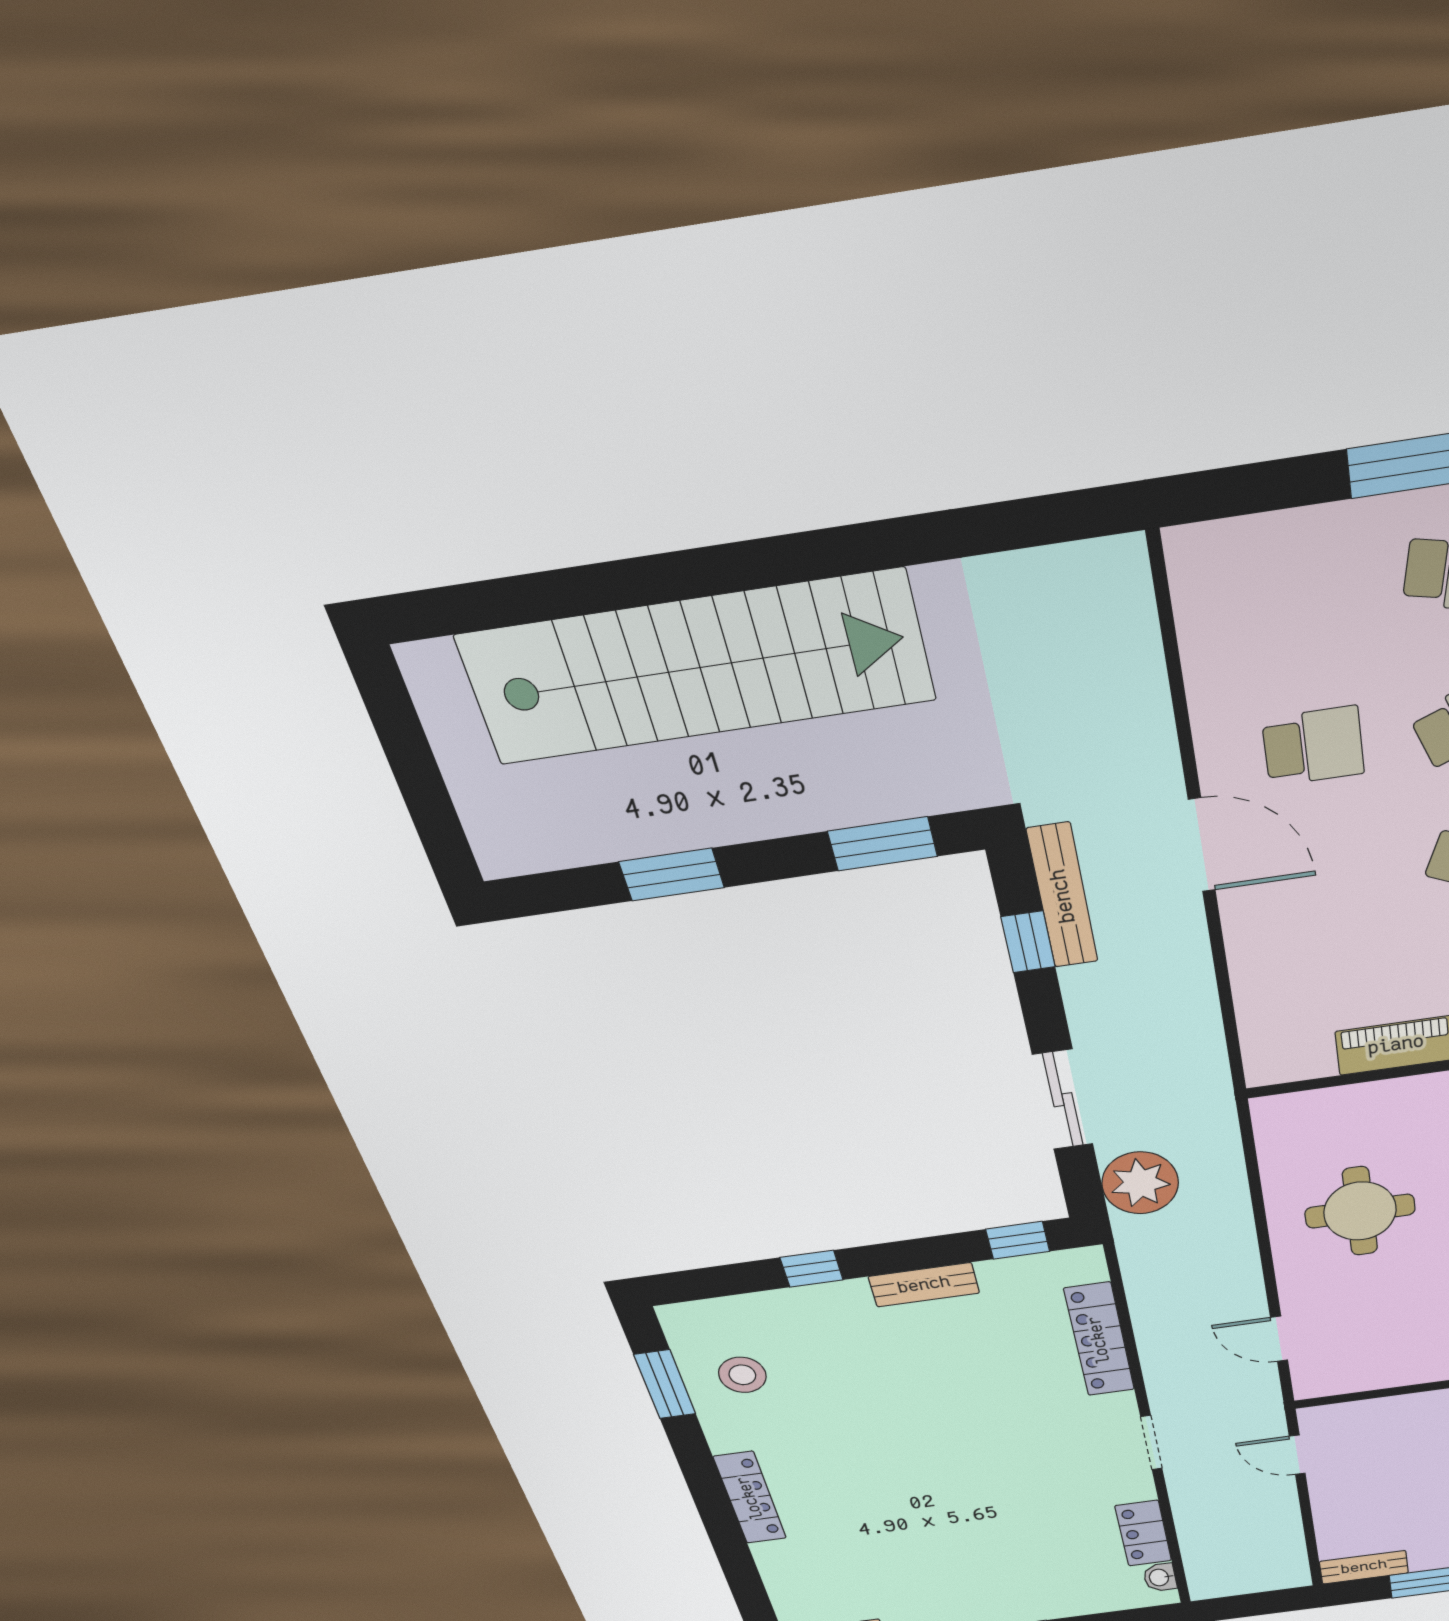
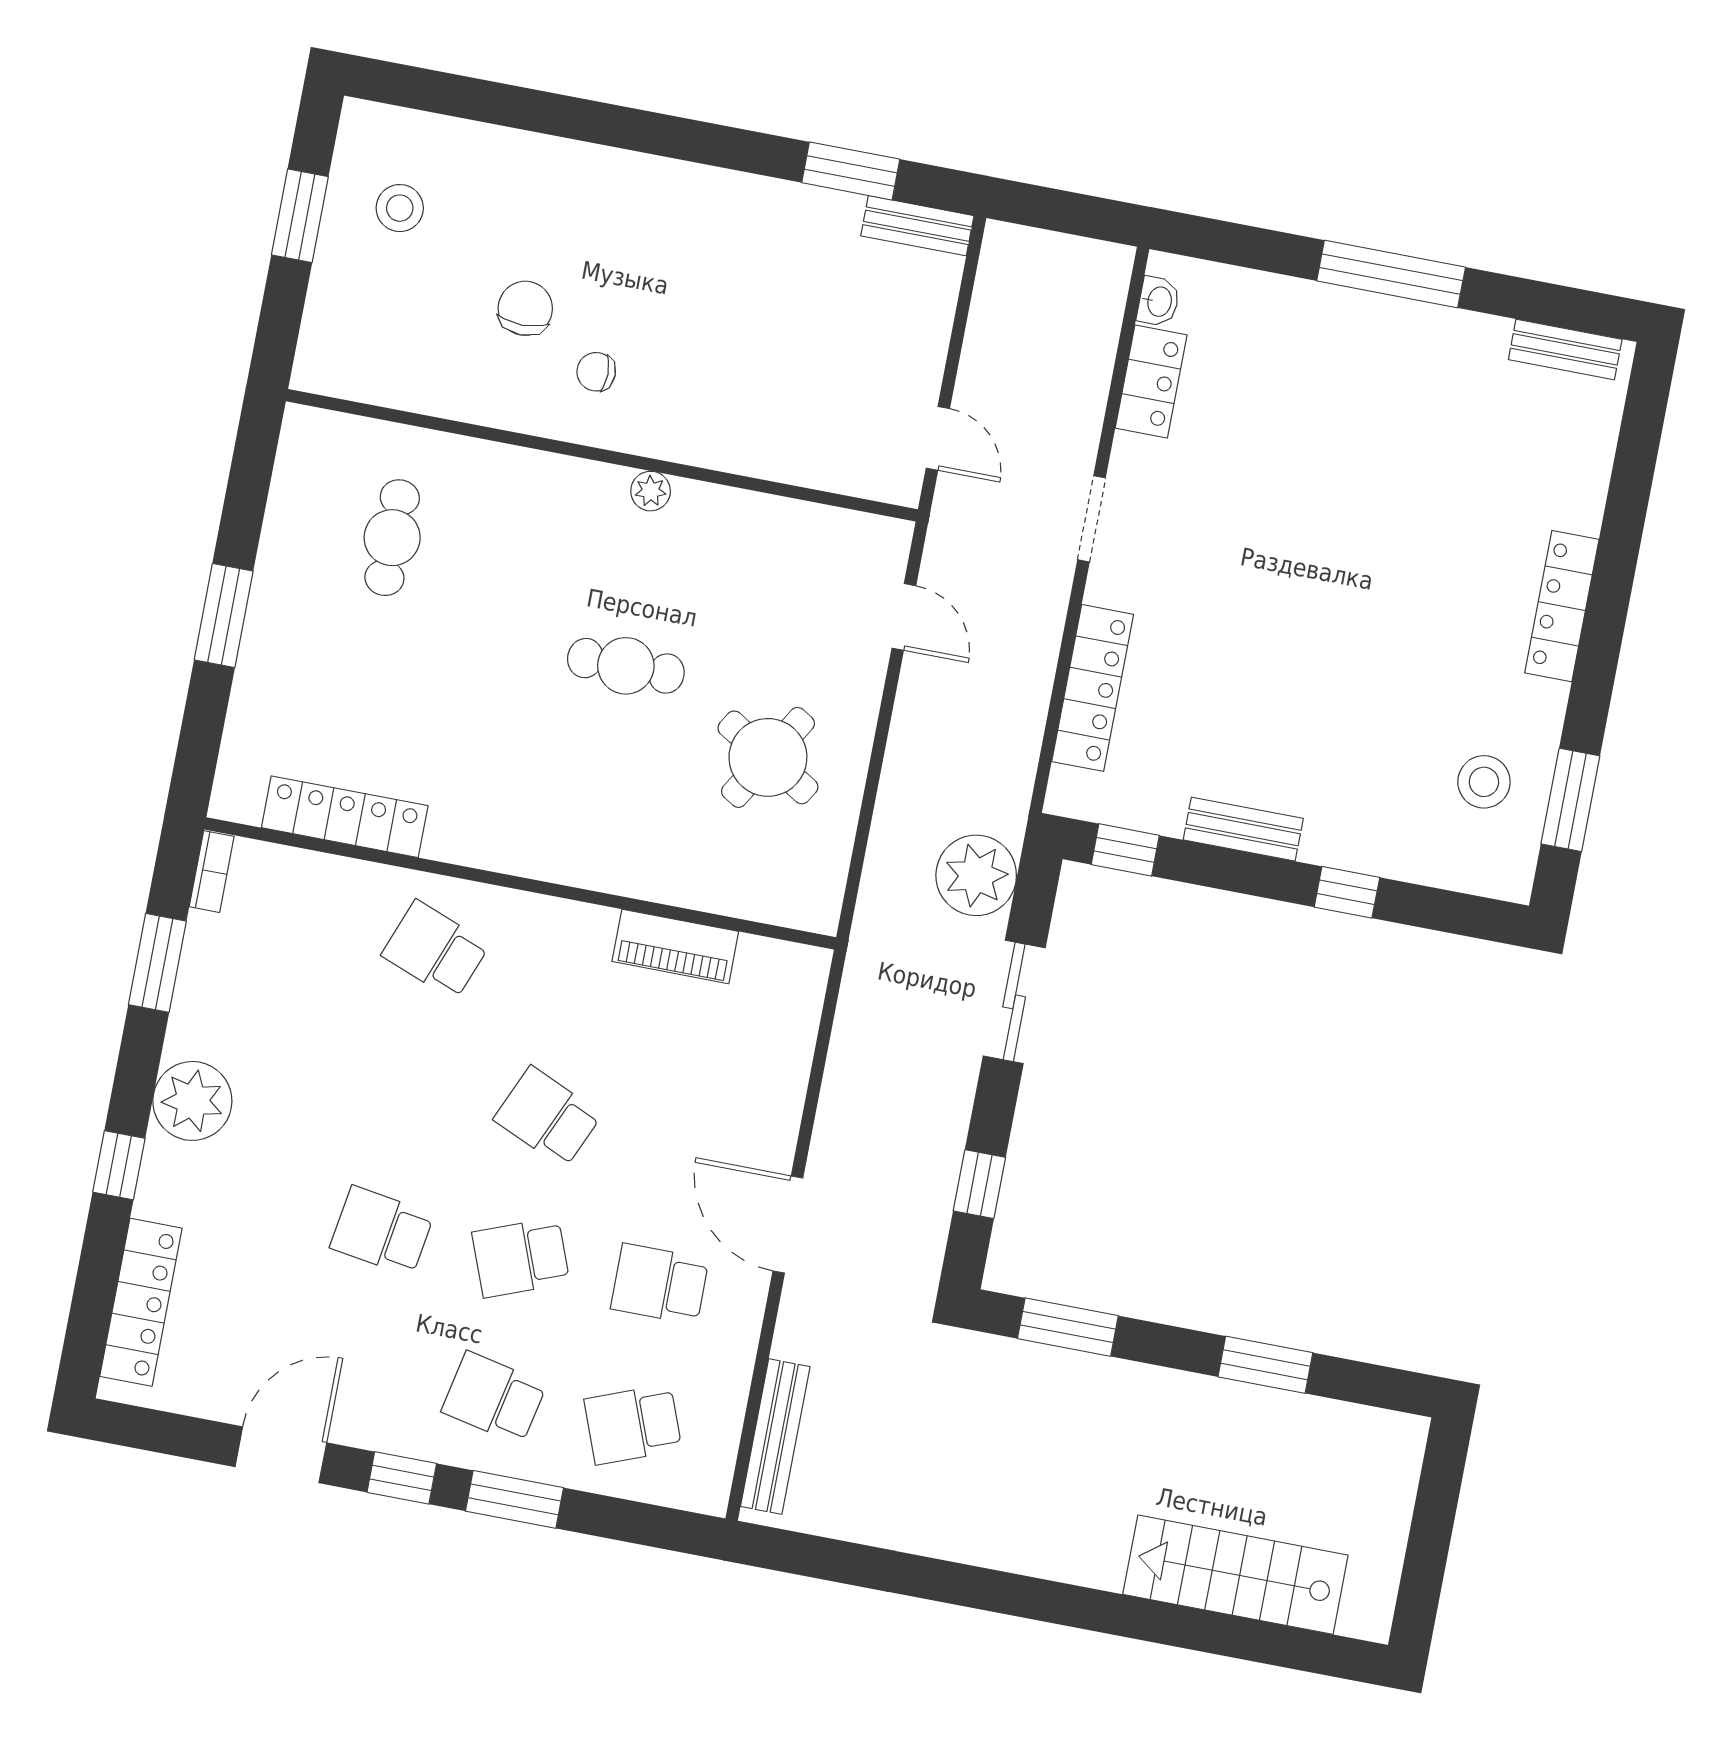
school desk: (1296, 594) -> (633, 1424), added
stairs: (698, 668) -> (1235, 1575), width x0.54, depth x0.66
bench: (1063, 896) -> (775, 1437), moved
round table: (1360, 1211) -> (768, 757), turned 31

